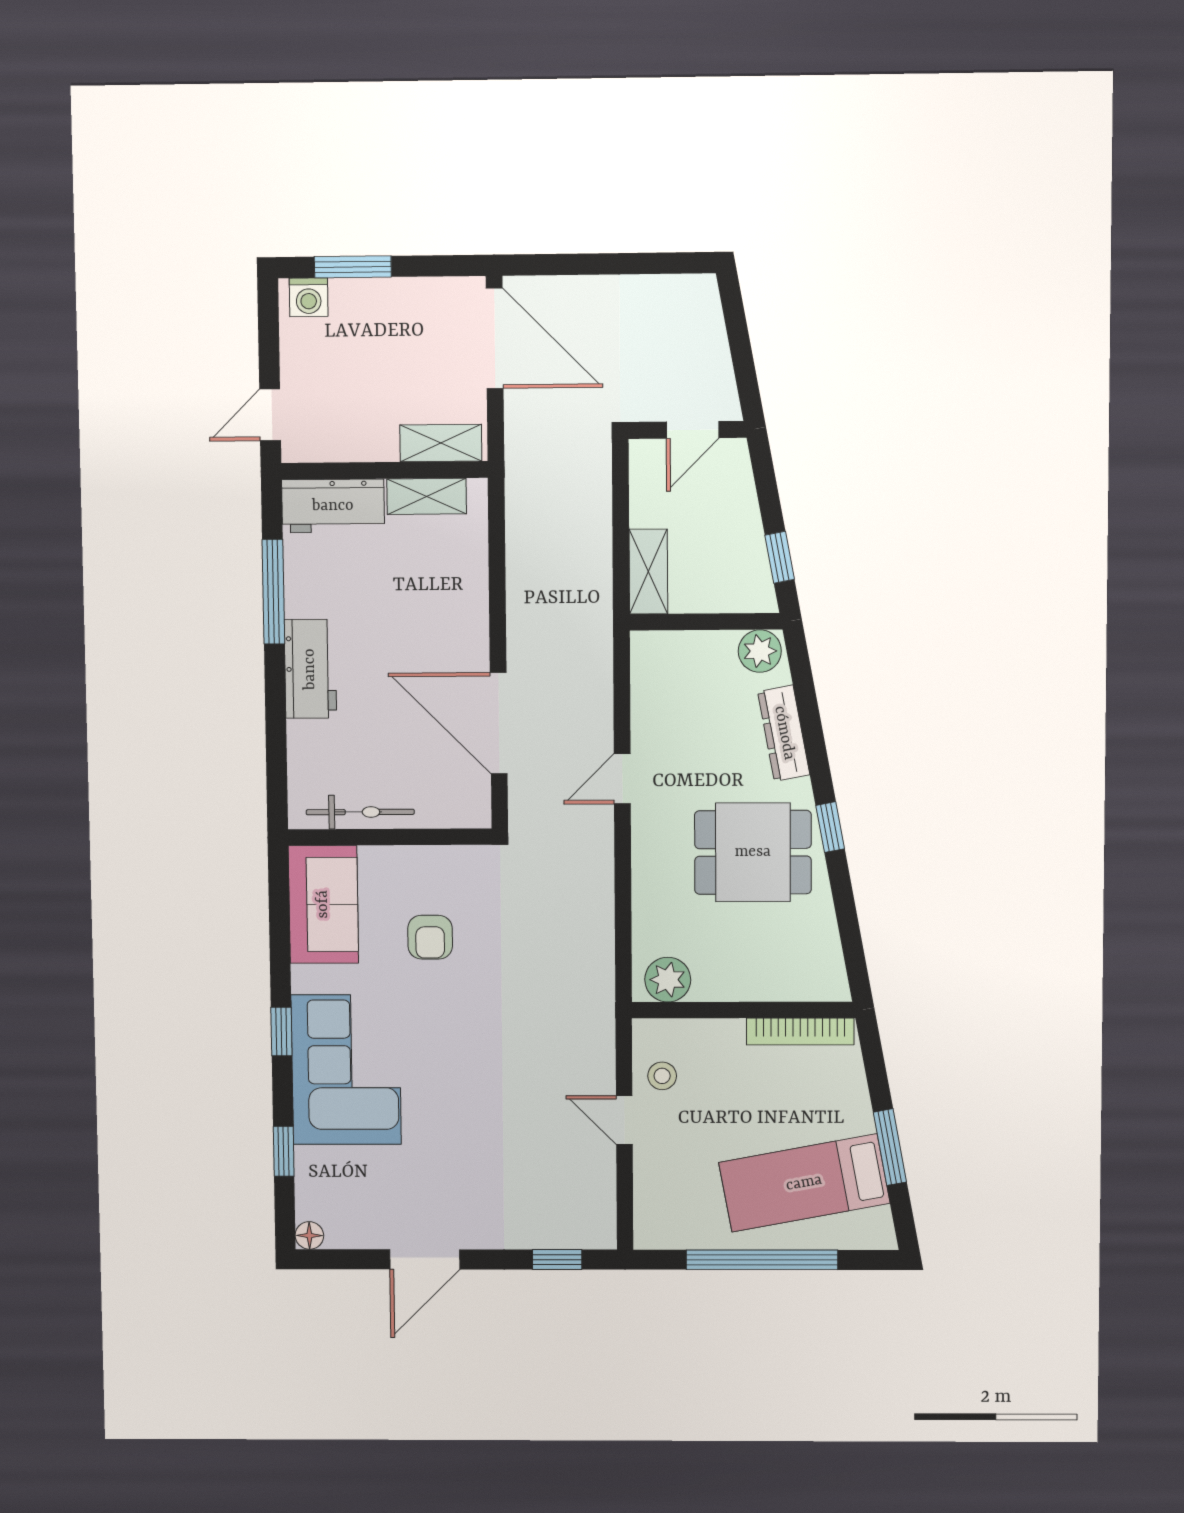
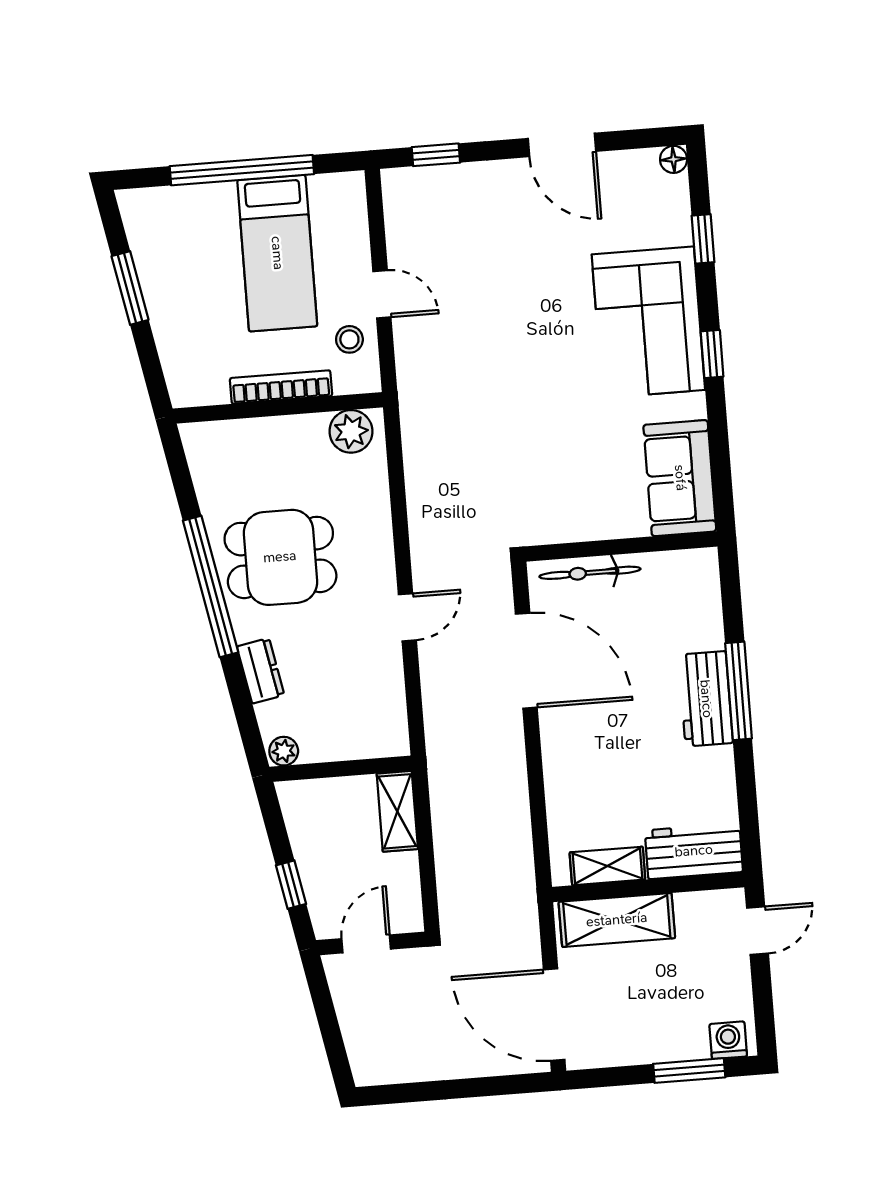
shelving: (441, 443) -> (617, 920), width x1.50, depth x1.33
window: (780, 557) -> (291, 885), moved
window: (273, 592) -> (739, 691), moved
plant: (760, 651) -> (284, 751), width x0.73, depth x0.73
dresser: (784, 733) -> (261, 671), width x0.70
bicycle: (360, 812) -> (590, 573), moved
window: (830, 827) -> (211, 586), width x3.17
armchair: (430, 937) -> (577, 455), removed
bookcase: (800, 1032) -> (281, 387), moved
bed: (804, 1183) -> (277, 253), moved, turned 101
door: (425, 1259) -> (562, 145), swing flipped

